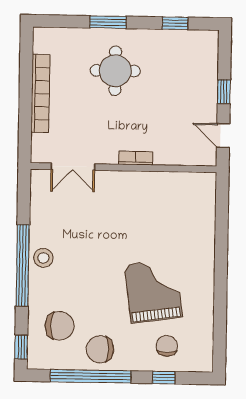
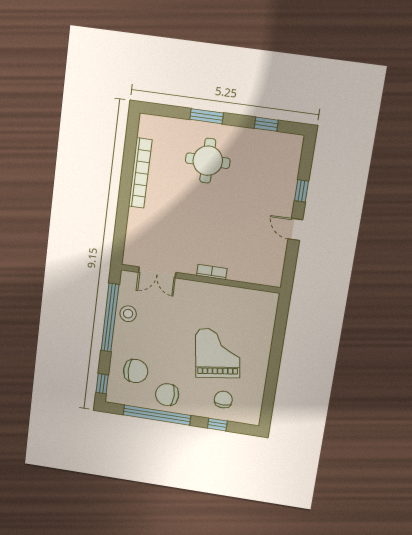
bookcase: (136, 158) -> (212, 272), moved
double door: (73, 167) -> (157, 272), moved
wall: (123, 168) -> (200, 279), moved

